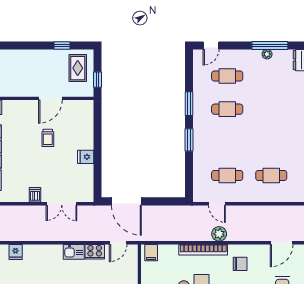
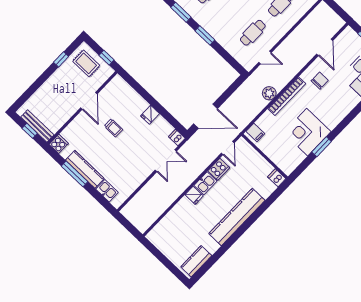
dishwasher: (35, 195) -> (177, 137), moved
plant: (219, 234) -> (269, 93), moved
door: (282, 243) -> (325, 47), moved
fridge: (16, 252) -> (194, 195), moved

